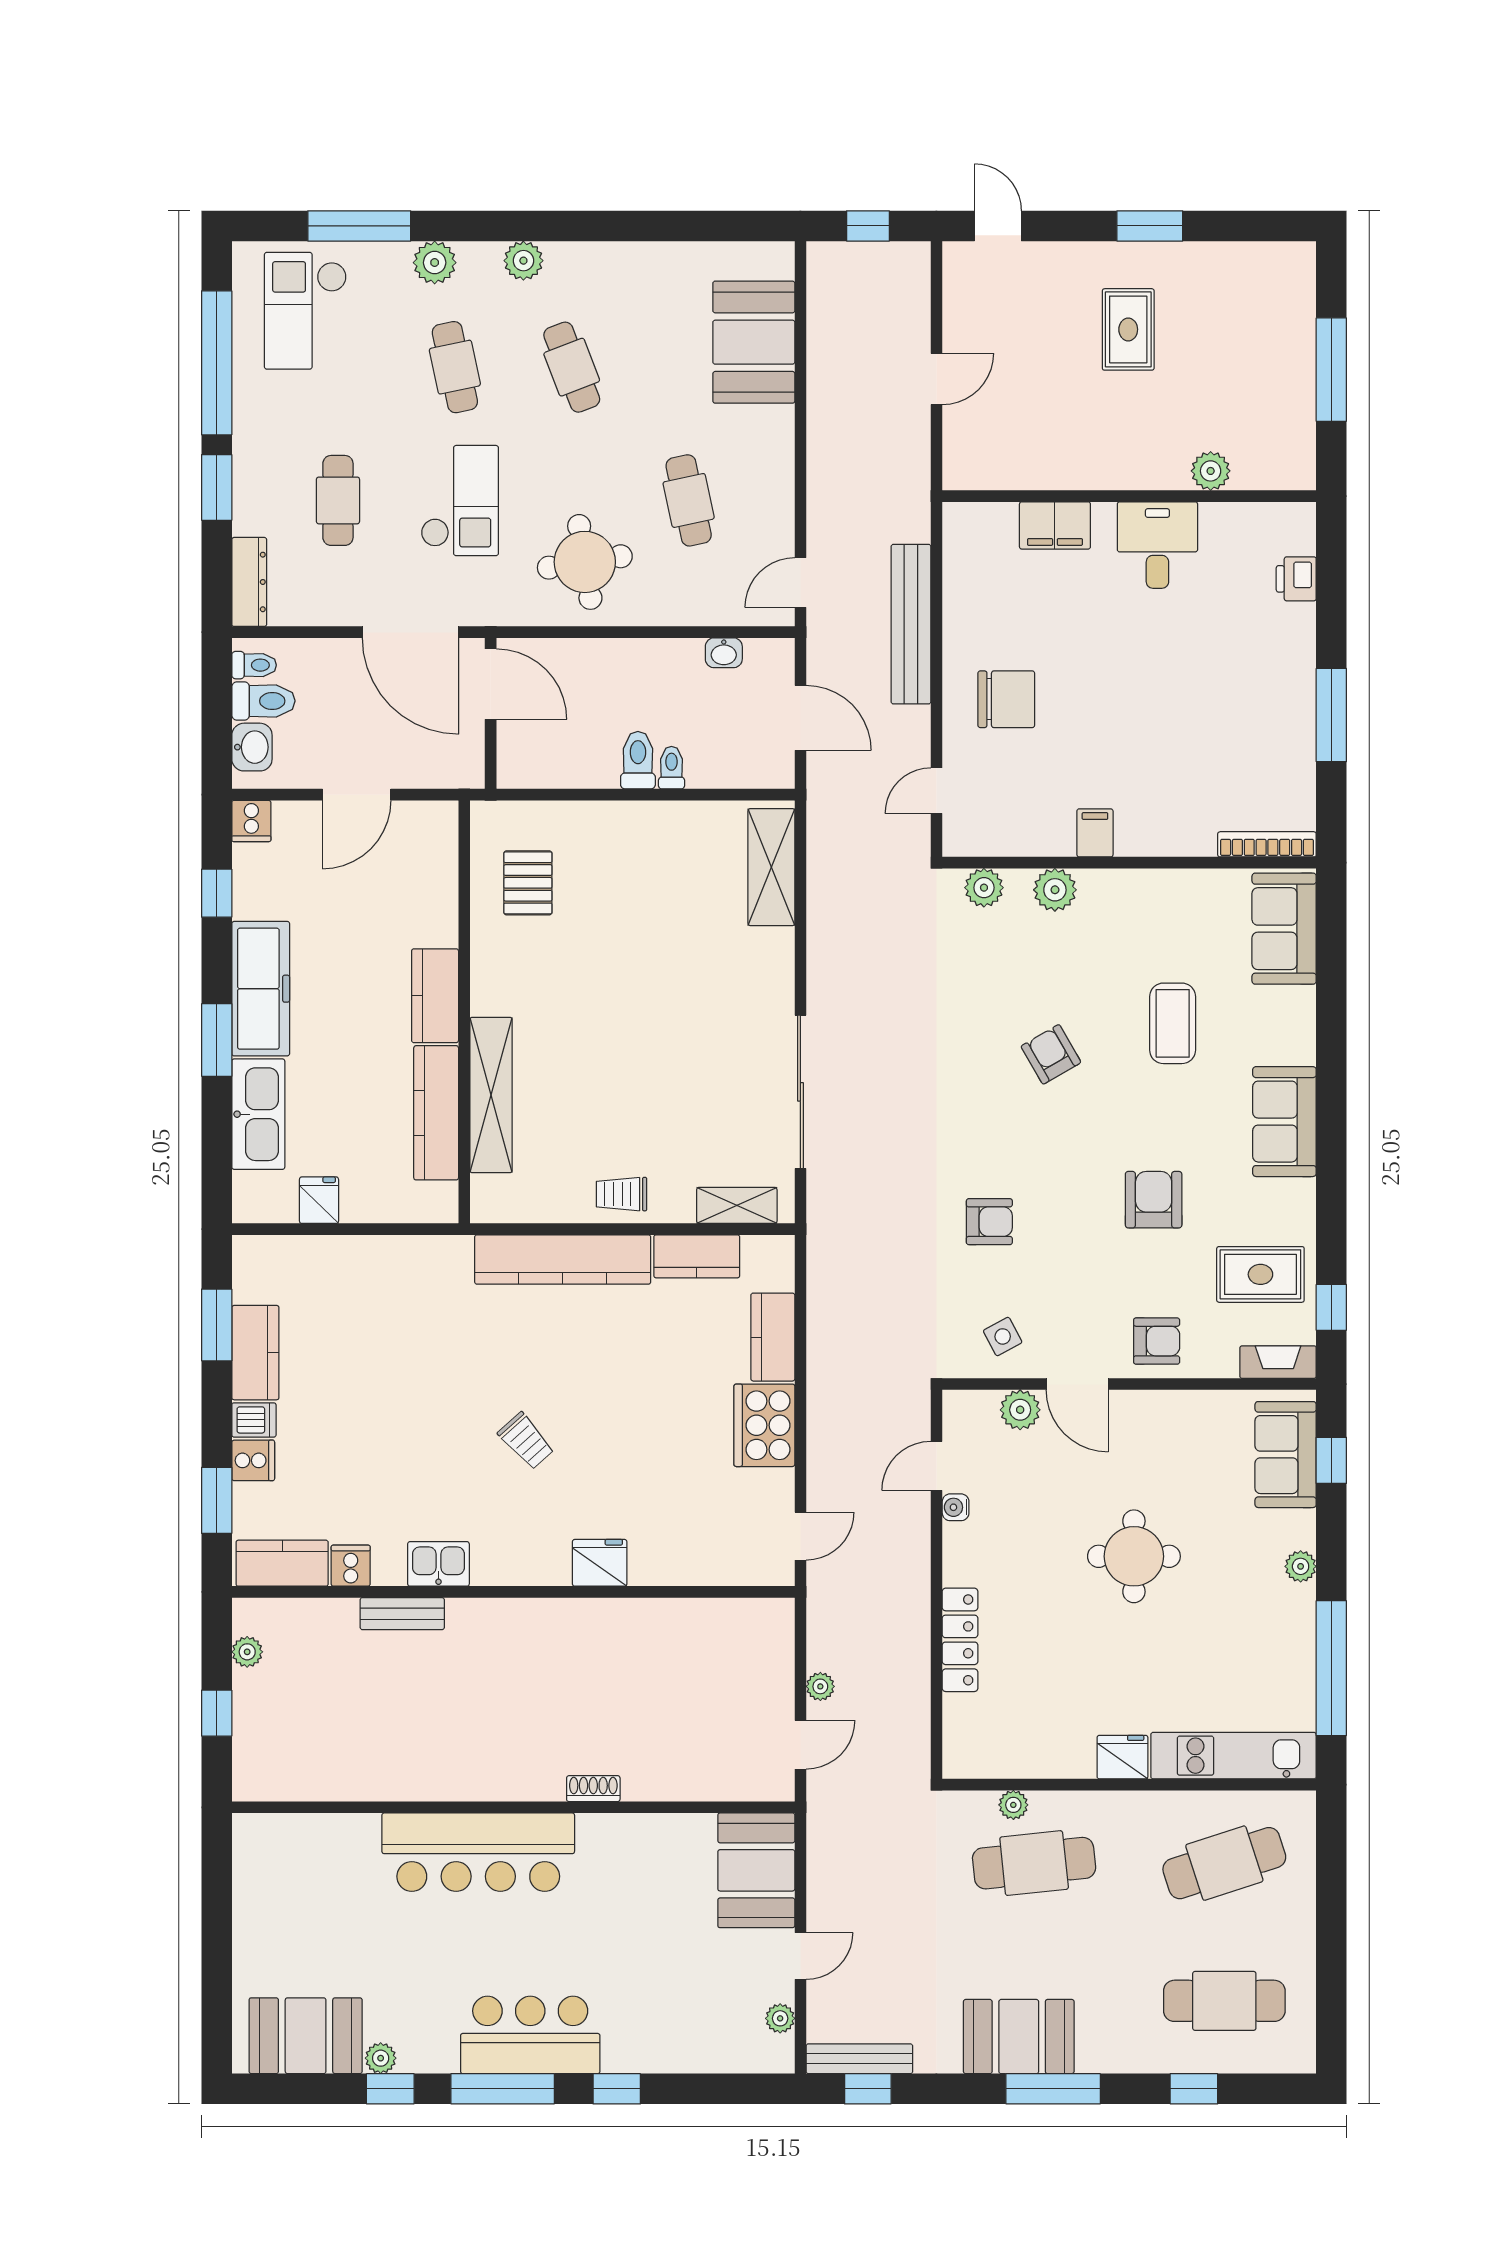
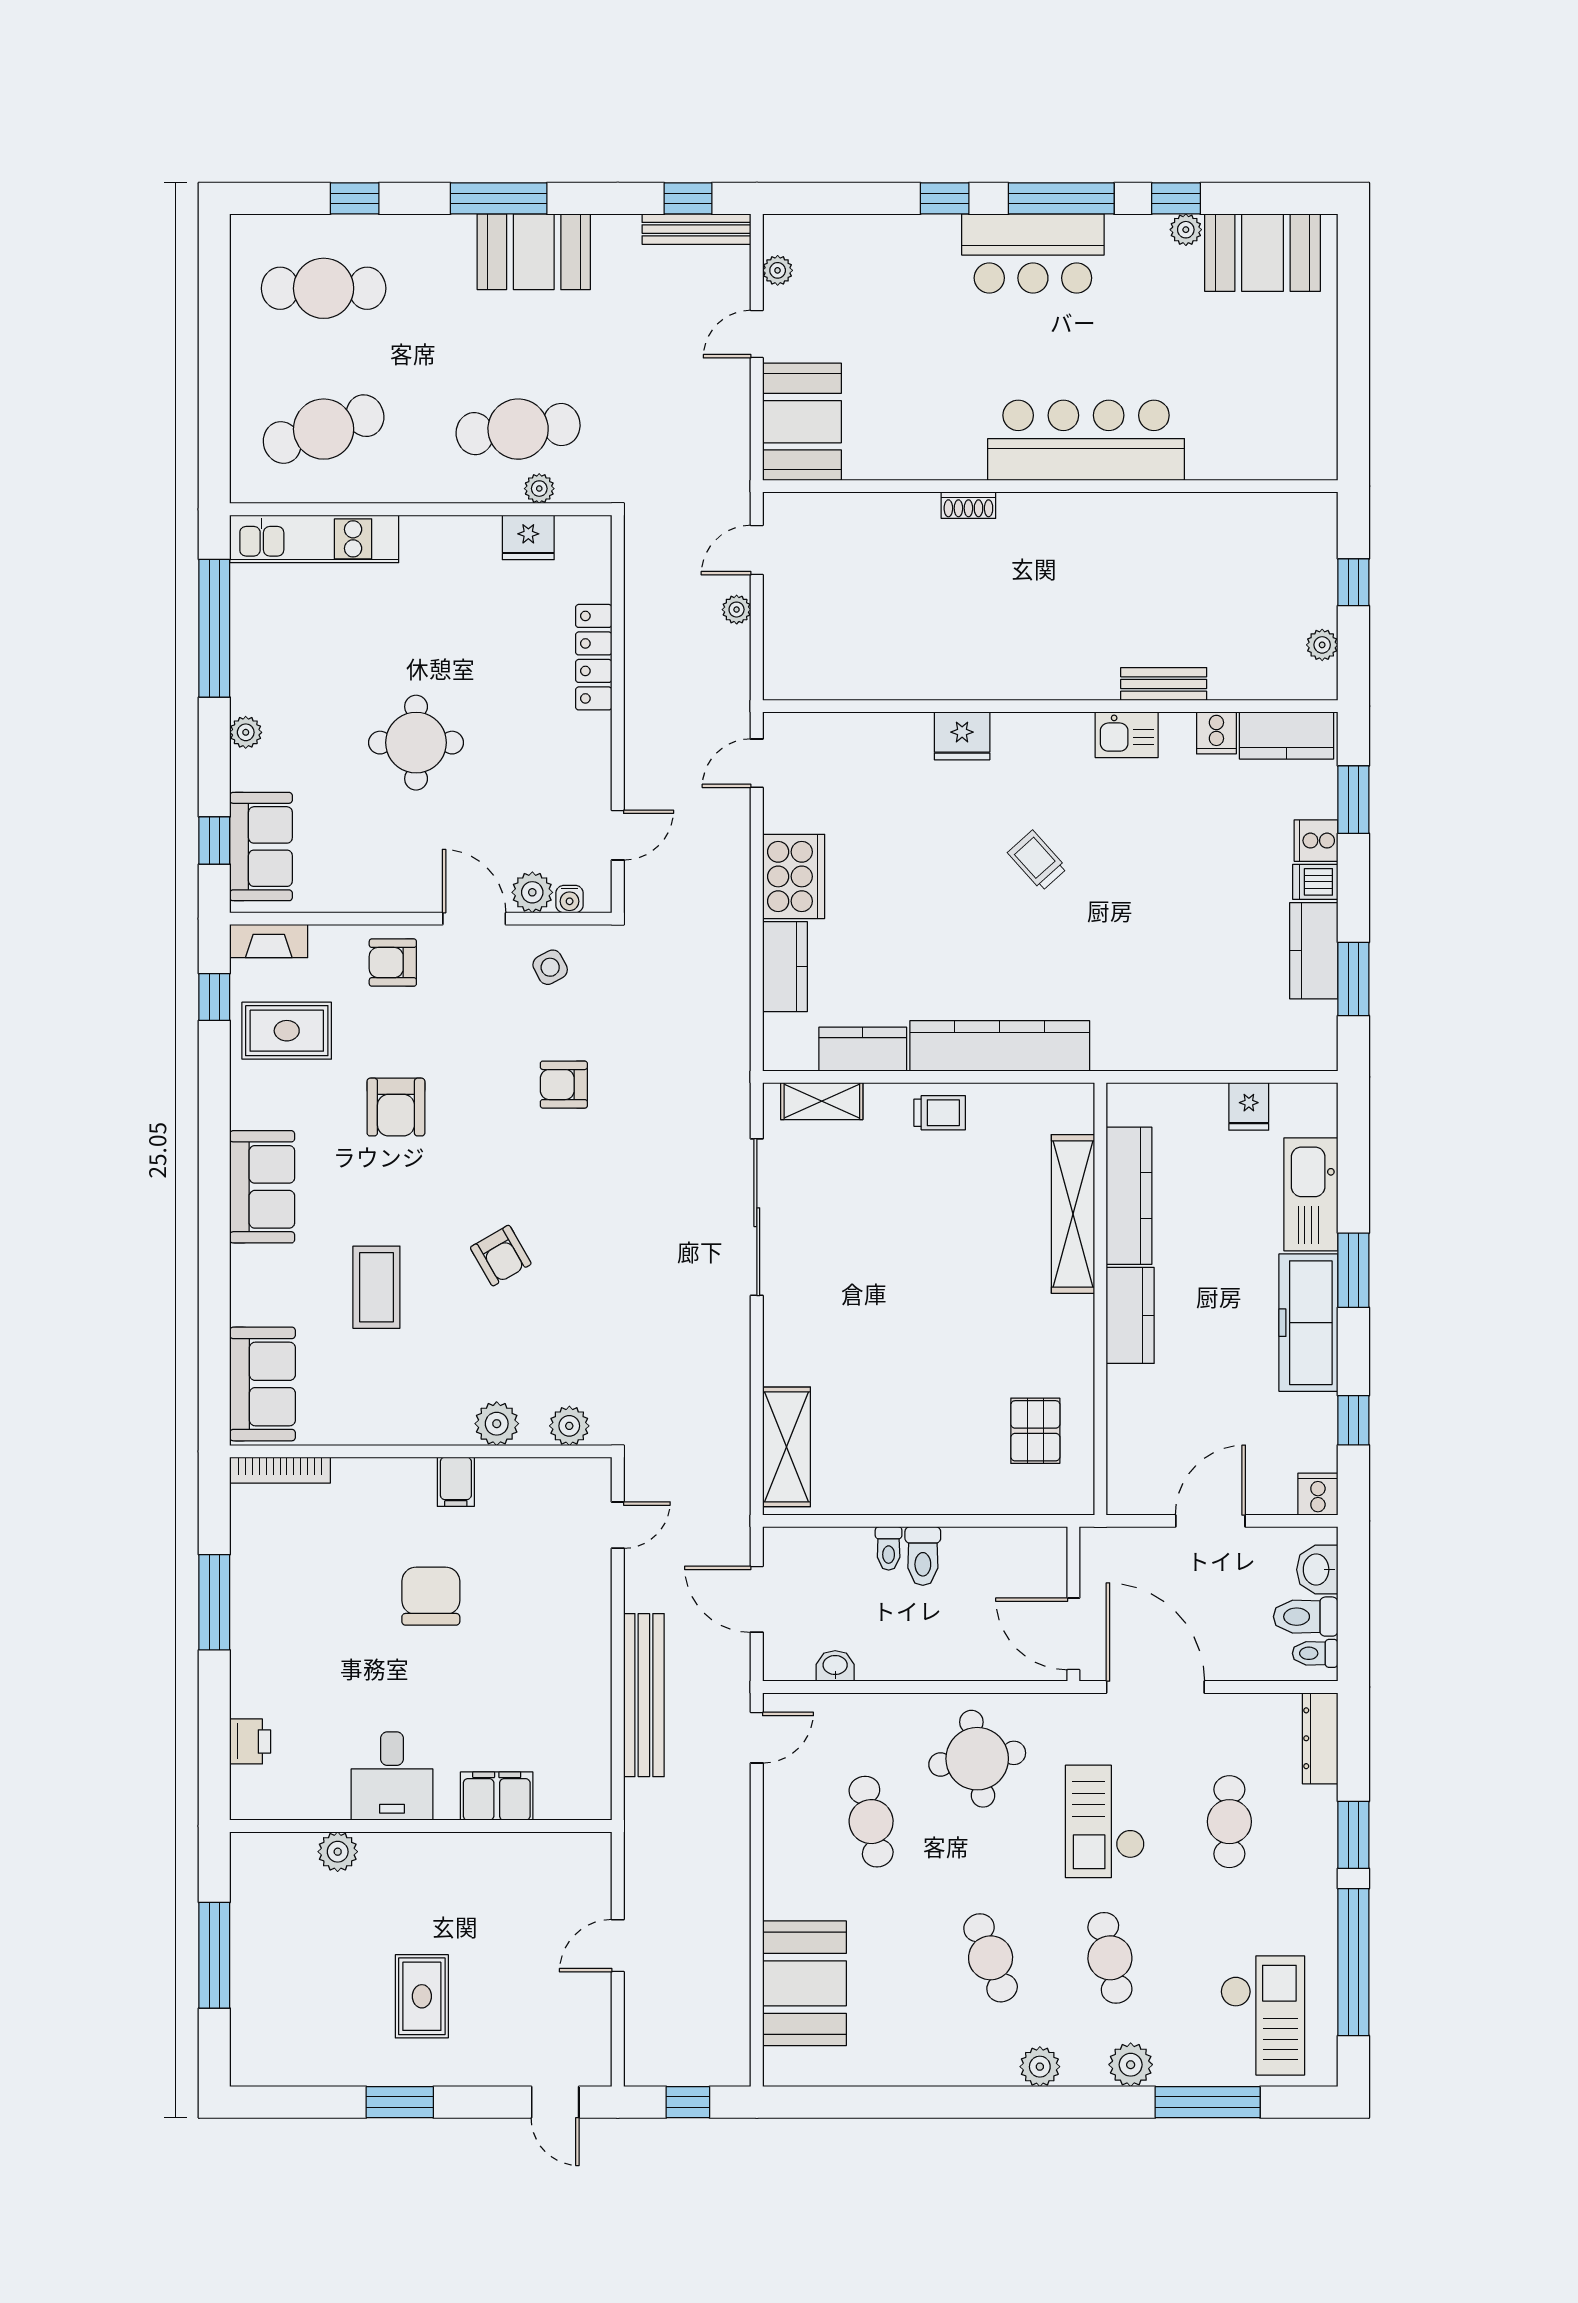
chair: (1006, 699) -> (431, 1596), moved, turned 90
water cooler: (956, 1507) -> (570, 899), moved, turned 90
fridge: (1122, 1757) -> (528, 537), moved

